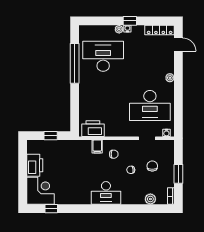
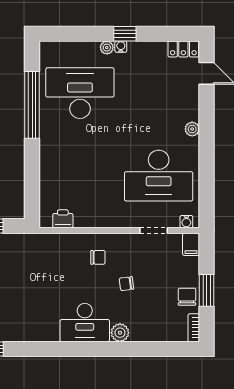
locker: (160, 30) -> (183, 49), width x0.66
printer: (93, 129) -> (63, 219), width x0.53, depth x0.68
filing cabinet: (97, 146) -> (191, 244), moved
chair: (152, 166) -> (187, 297), moved
plant: (150, 199) -> (120, 333), moved

